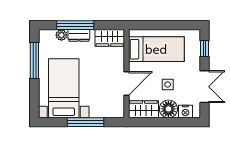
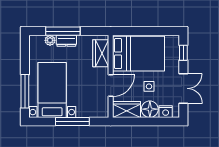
wardrobe: (110, 38) -> (101, 53), moved, turned 90
bed: (156, 49) -> (138, 54), width x1.50
window: (34, 60) -> (25, 91), moved

